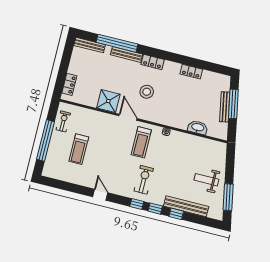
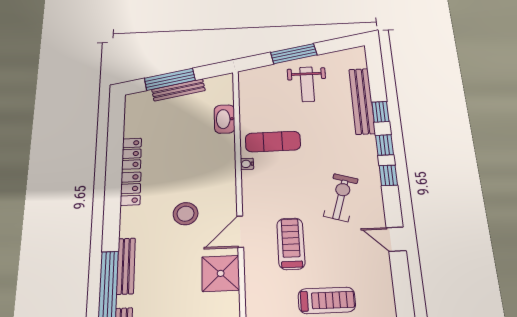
locker: (153, 62) -> (131, 189), moved
treadmill: (141, 142) -> (291, 244), moved, turned -90
exercise mat: (176, 150) -> (273, 142), added
exercise bike: (144, 180) -> (341, 197), moved, turned 107
door: (100, 195) -> (396, 239), hinge flipped
window: (228, 197) -> (294, 54), moved

